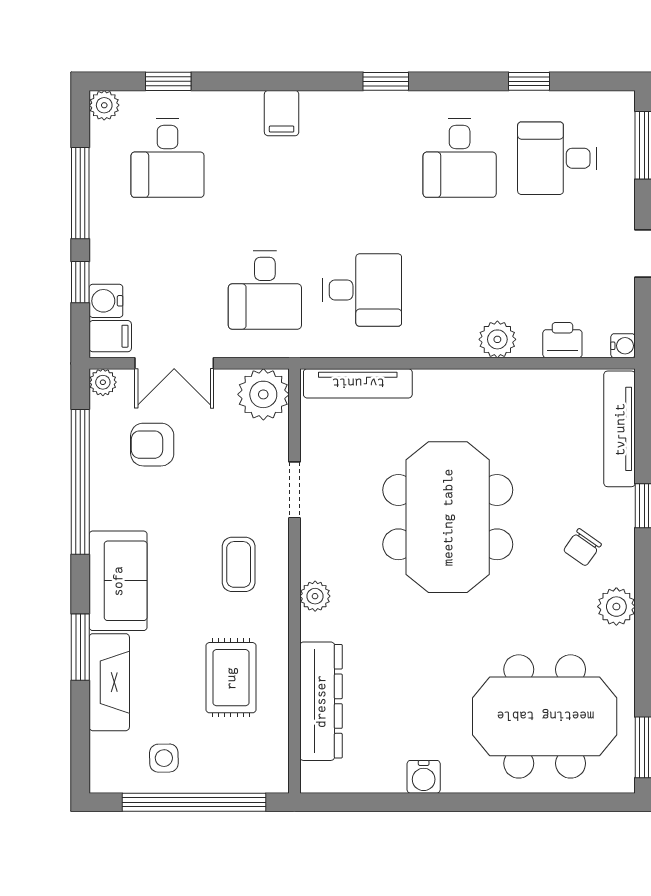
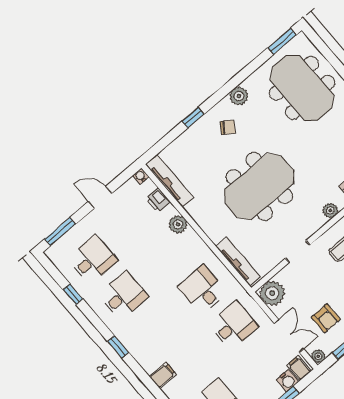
desk: (557, 158) -> (92, 260), turned -90
tv unit: (620, 429) -> (169, 181), moved, turned -90

